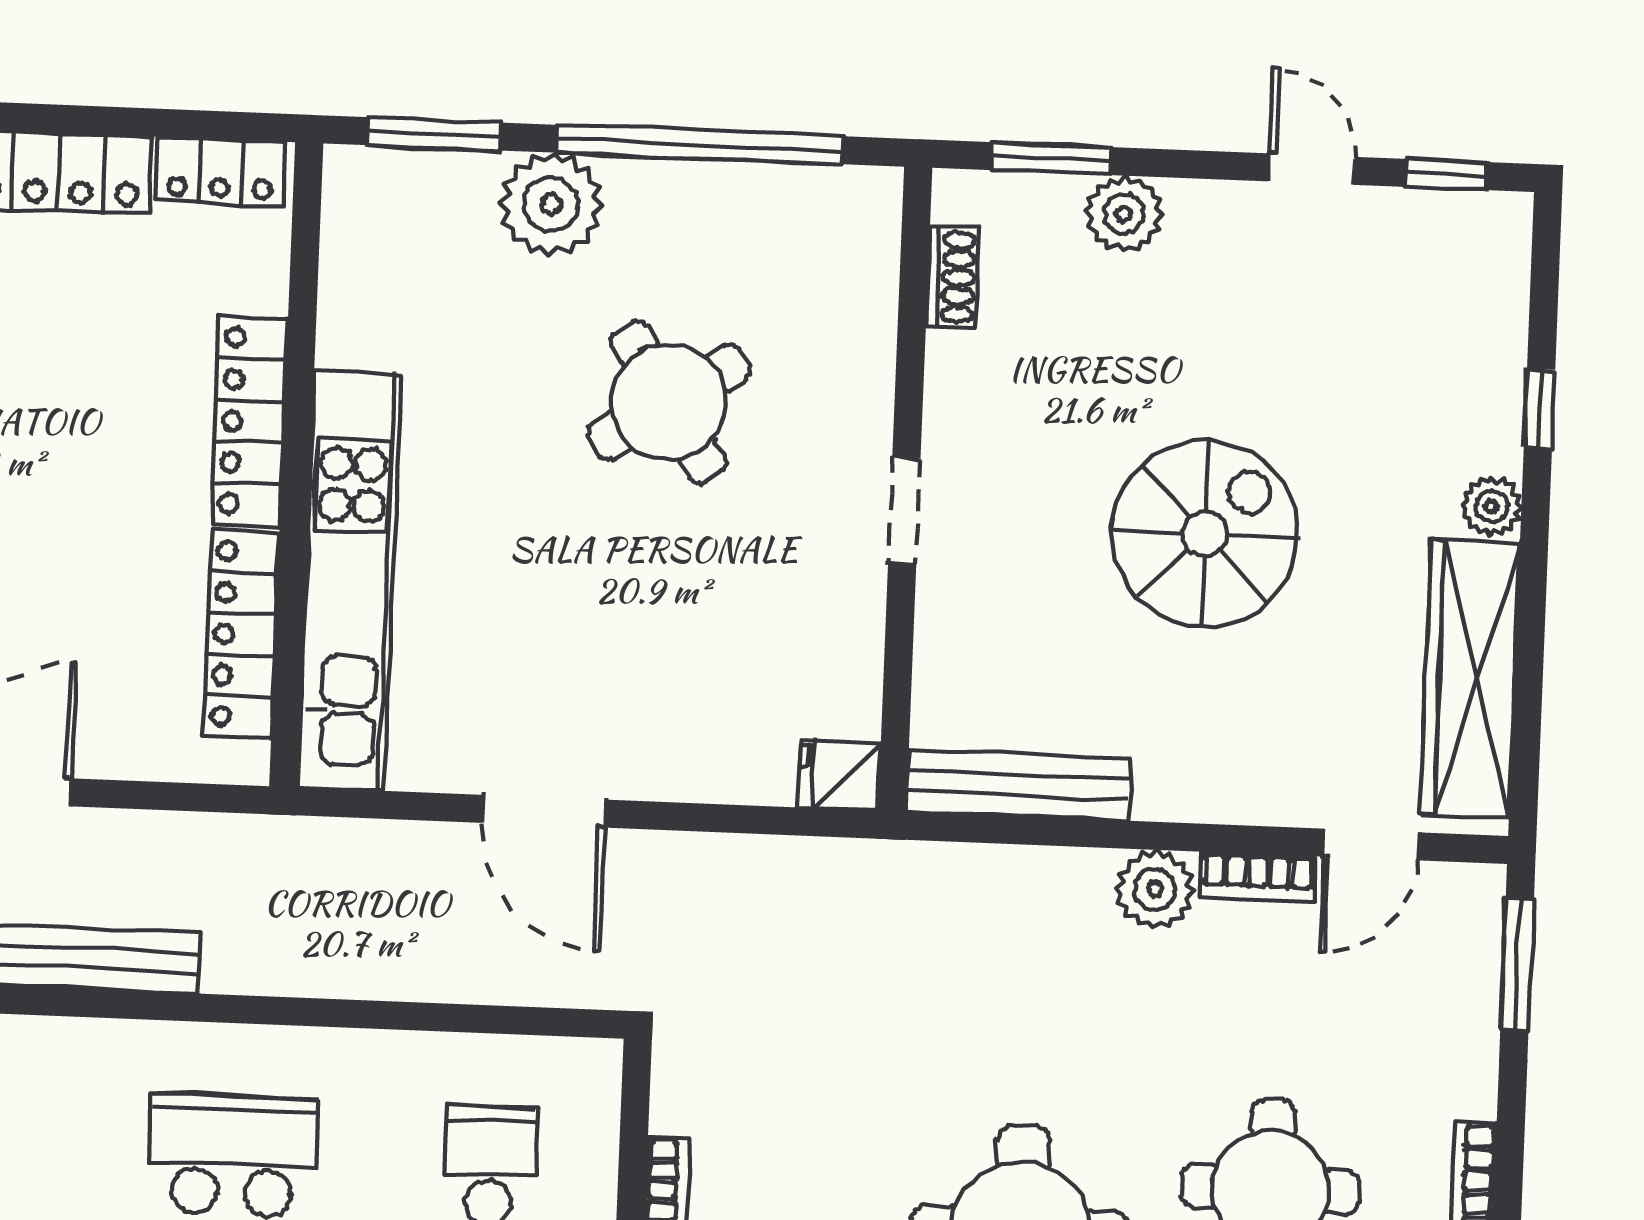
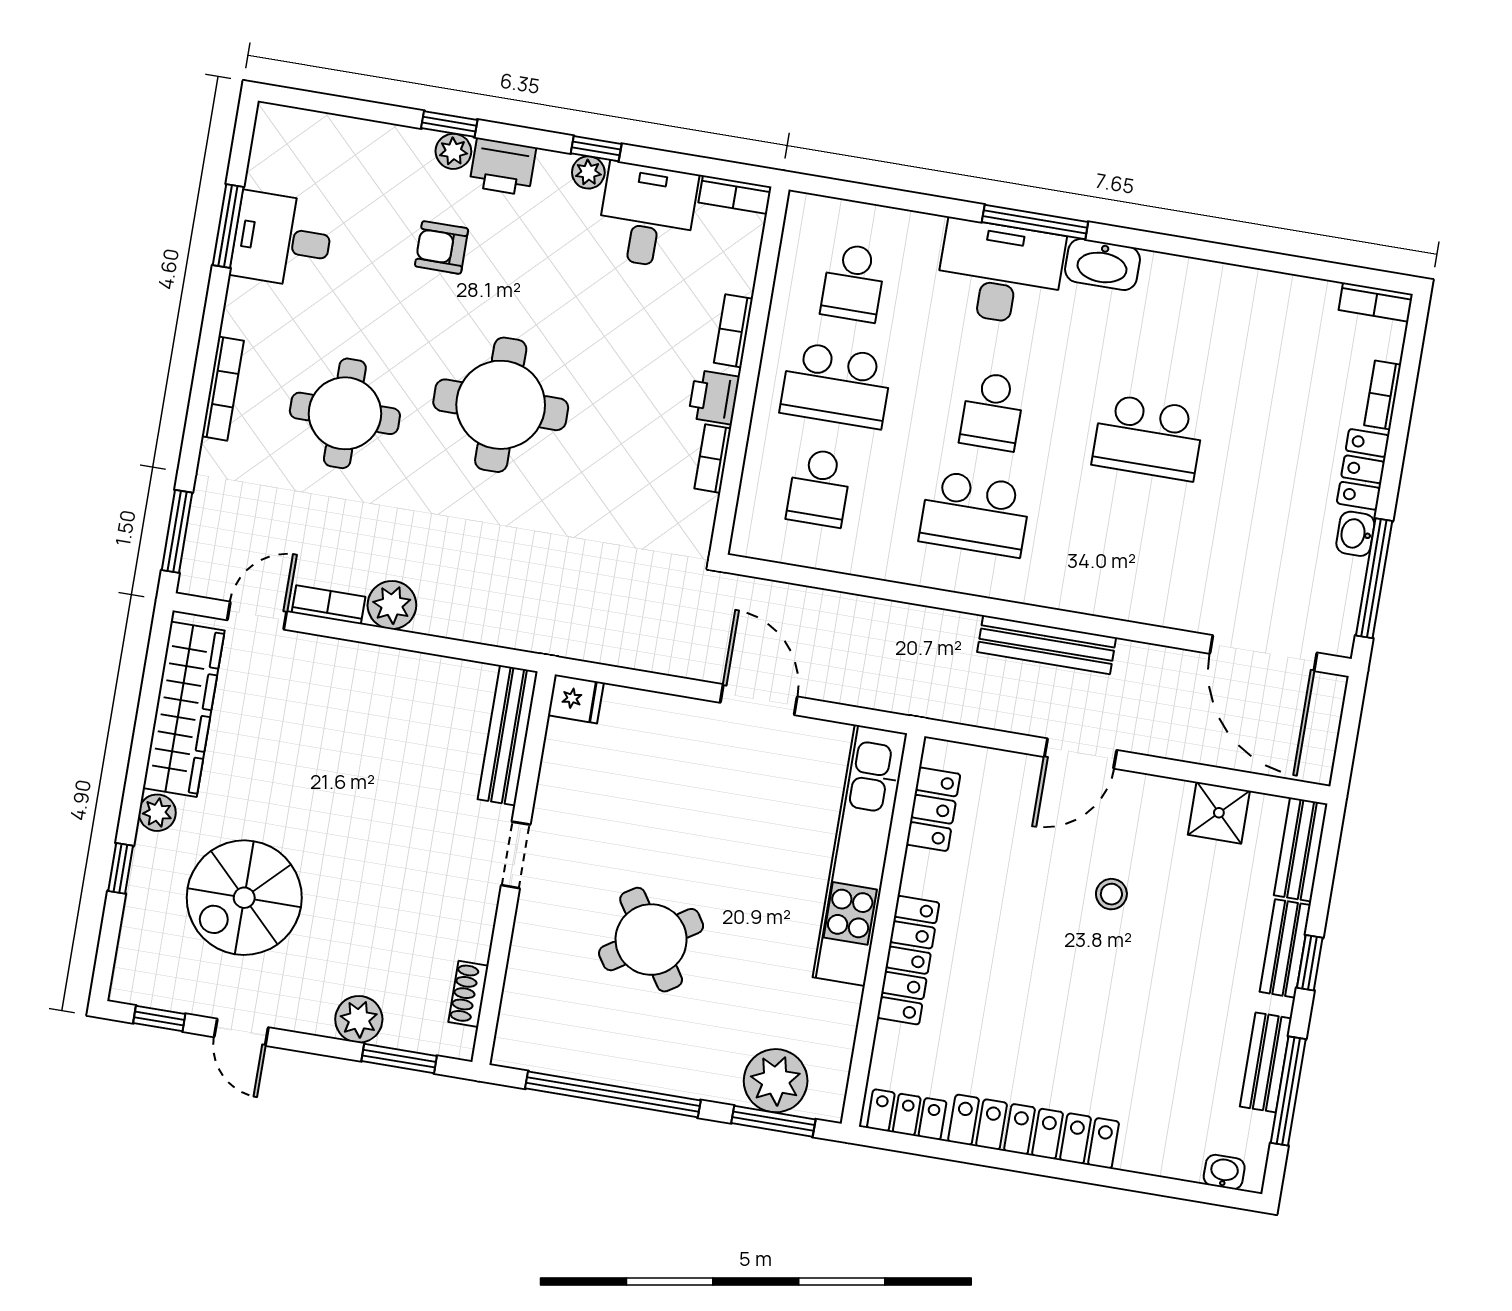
plant: (551, 204) -> (776, 1081), moved
spiral stairs: (1205, 534) -> (244, 898), moved
locker: (241, 634) -> (933, 809), width x0.66
bench: (1018, 785) -> (508, 735), moved, turned 90

